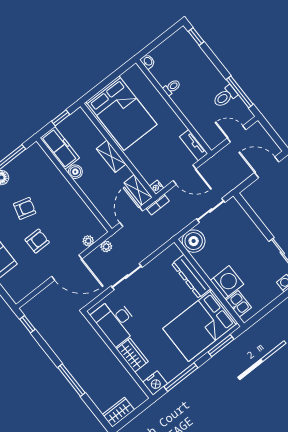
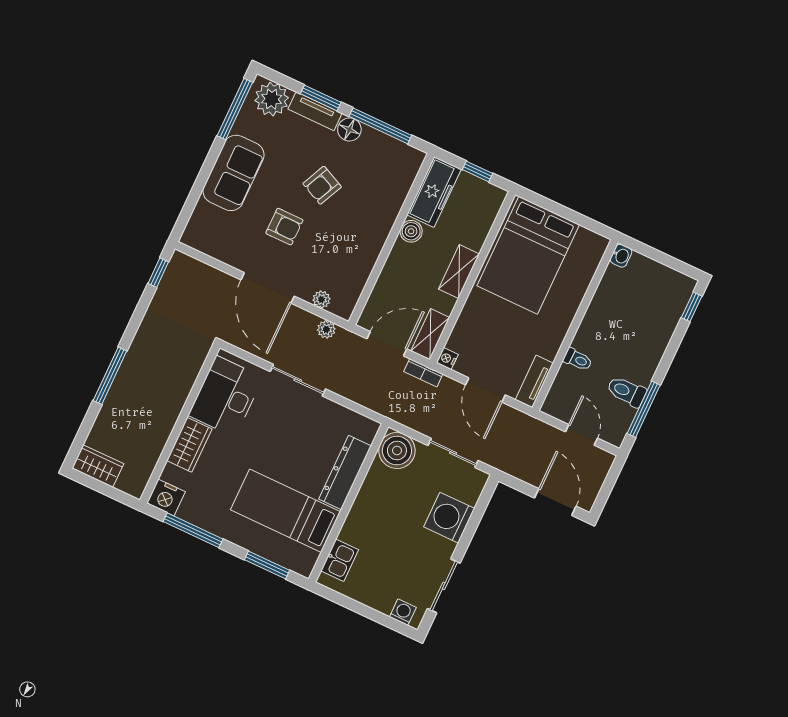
toilet: (172, 87) -> (578, 359), moved
armchair: (25, 208) -> (322, 185), turned 99
washing machine: (227, 282) -> (449, 518), moved, turned 180
bed: (200, 326) -> (285, 511), width x0.67

